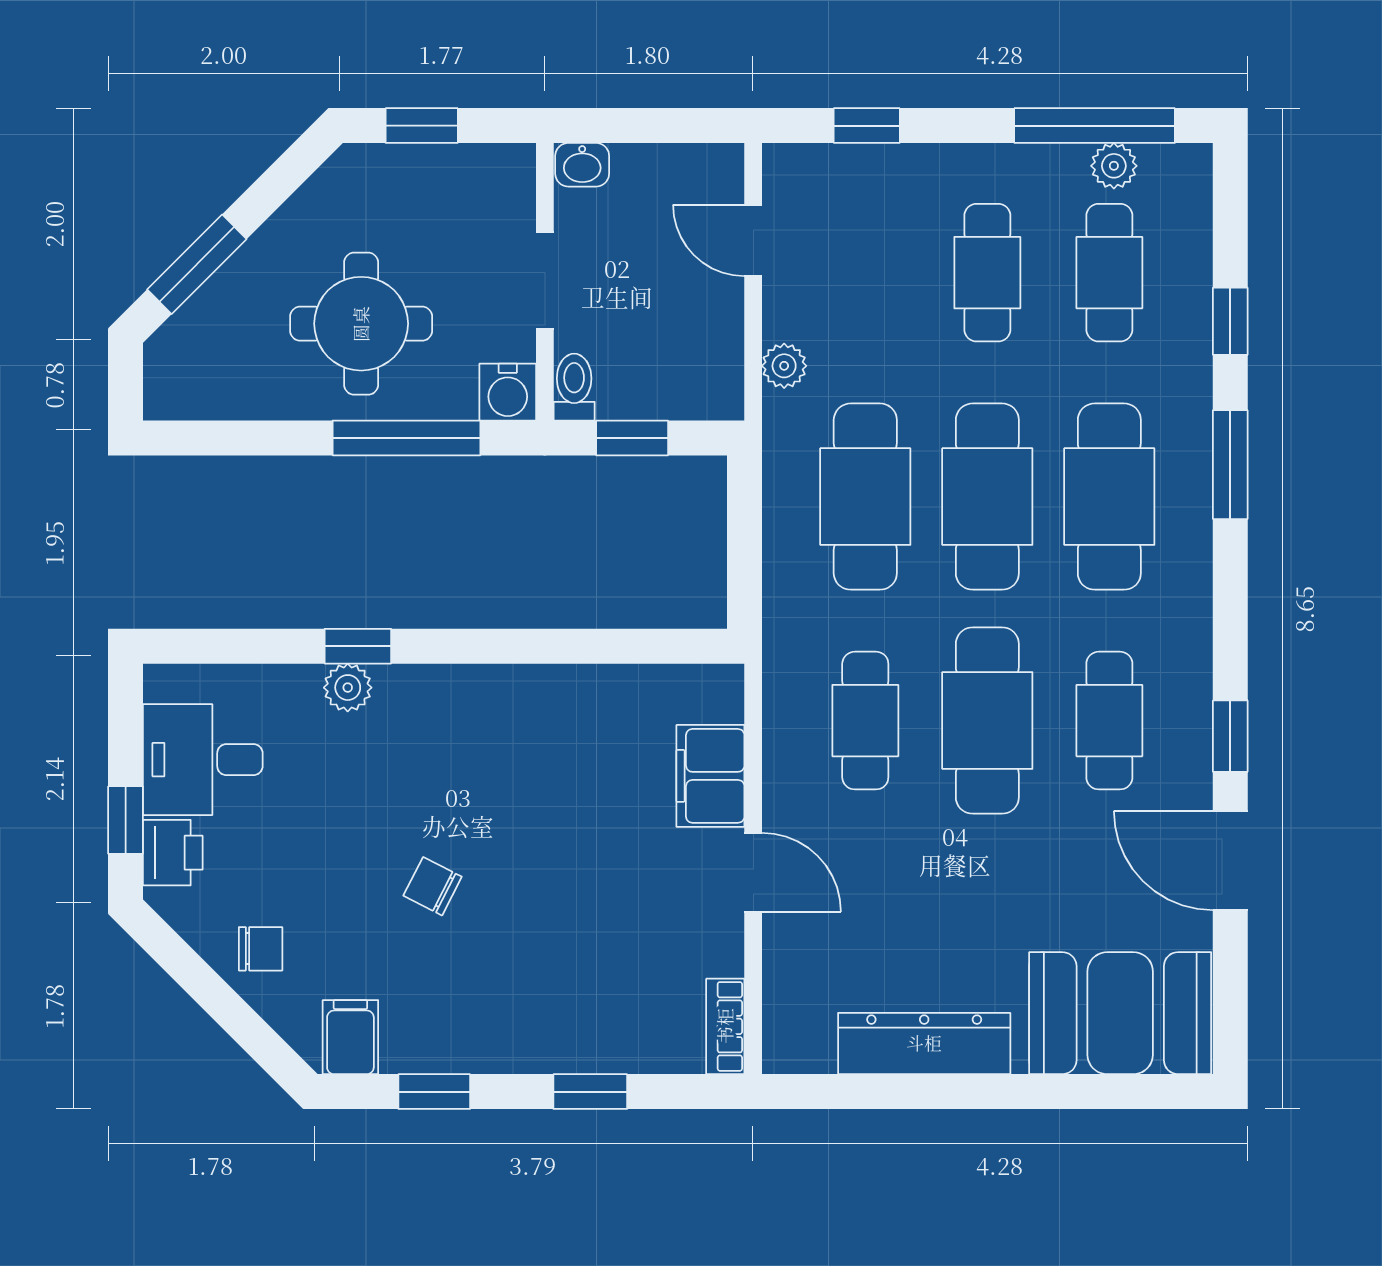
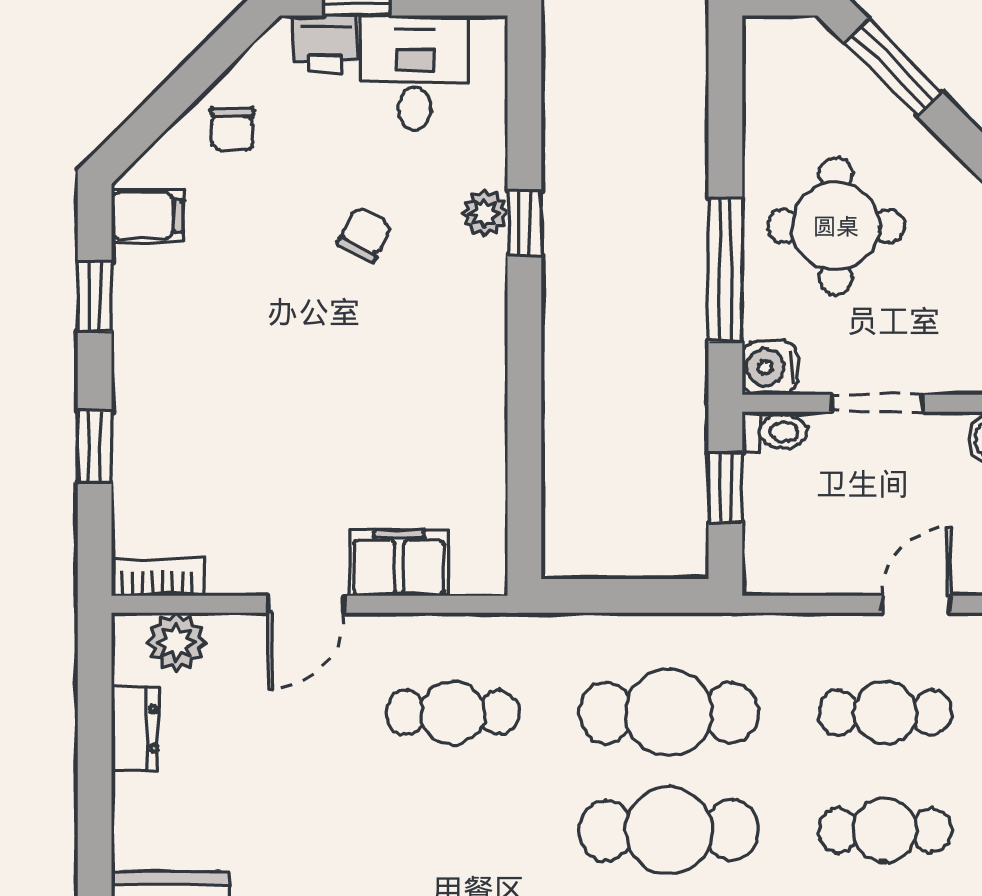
plant: (784, 366) -> (176, 642), moved, width x1.38, depth x1.38
cafe table: (987, 721) -> (885, 713), moved, width x0.73, depth x0.74
chair: (433, 886) -> (364, 235), moved
dresser: (924, 1043) -> (135, 729), width x0.51, depth x0.80

